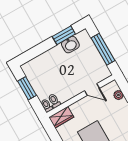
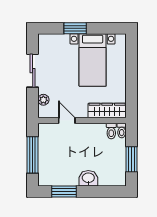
washbasin: (70, 45) -> (88, 178), moved
wardrobe: (61, 117) -> (107, 110), width x1.50

